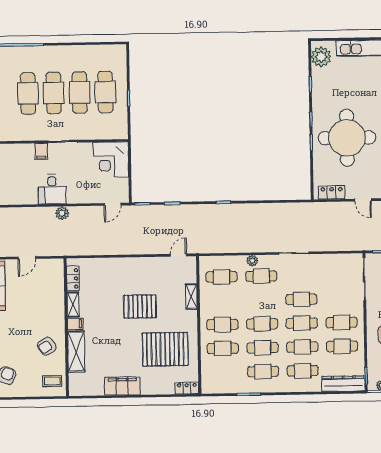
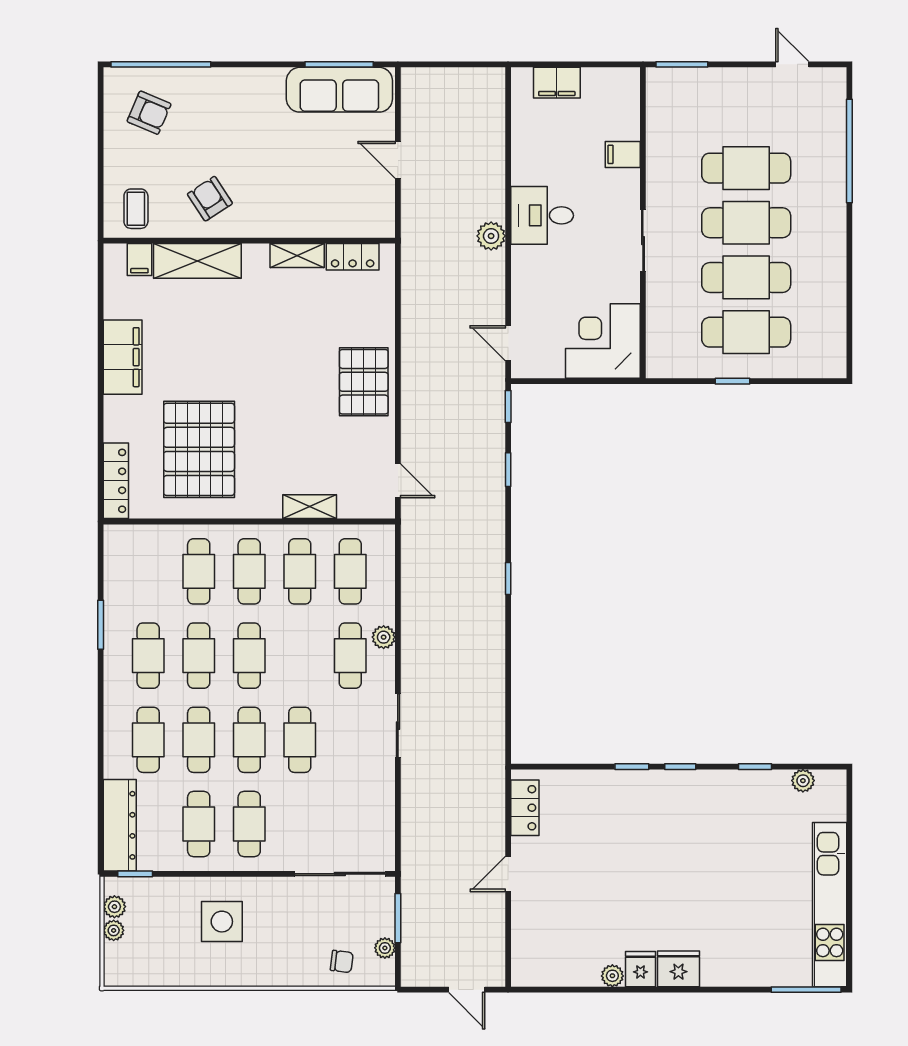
plant: (321, 57) -> (803, 781), width x0.53, depth x0.53
round table: (347, 138) -> (640, 842), removed
filing cabinet: (41, 151) -> (623, 154), moved
cafe table: (222, 301) -> (300, 571), added
pallet: (140, 307) -> (364, 382), moved
filing cabinet: (75, 324) -> (139, 259), moved
locker: (187, 388) -> (116, 481), width x1.53

